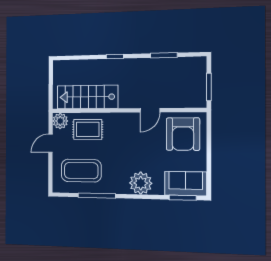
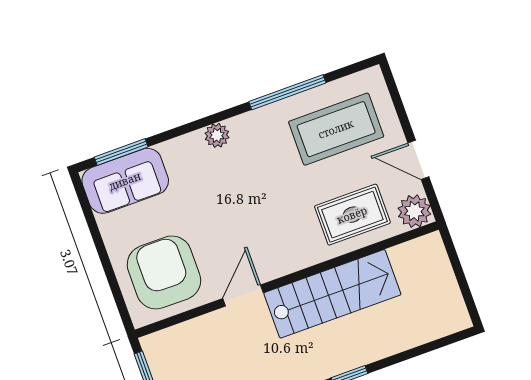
stairs: (87, 97) -> (332, 294), moved
door: (50, 143) -> (418, 160), swing flipped
plant: (141, 183) -> (217, 135), width x0.53, depth x0.53

